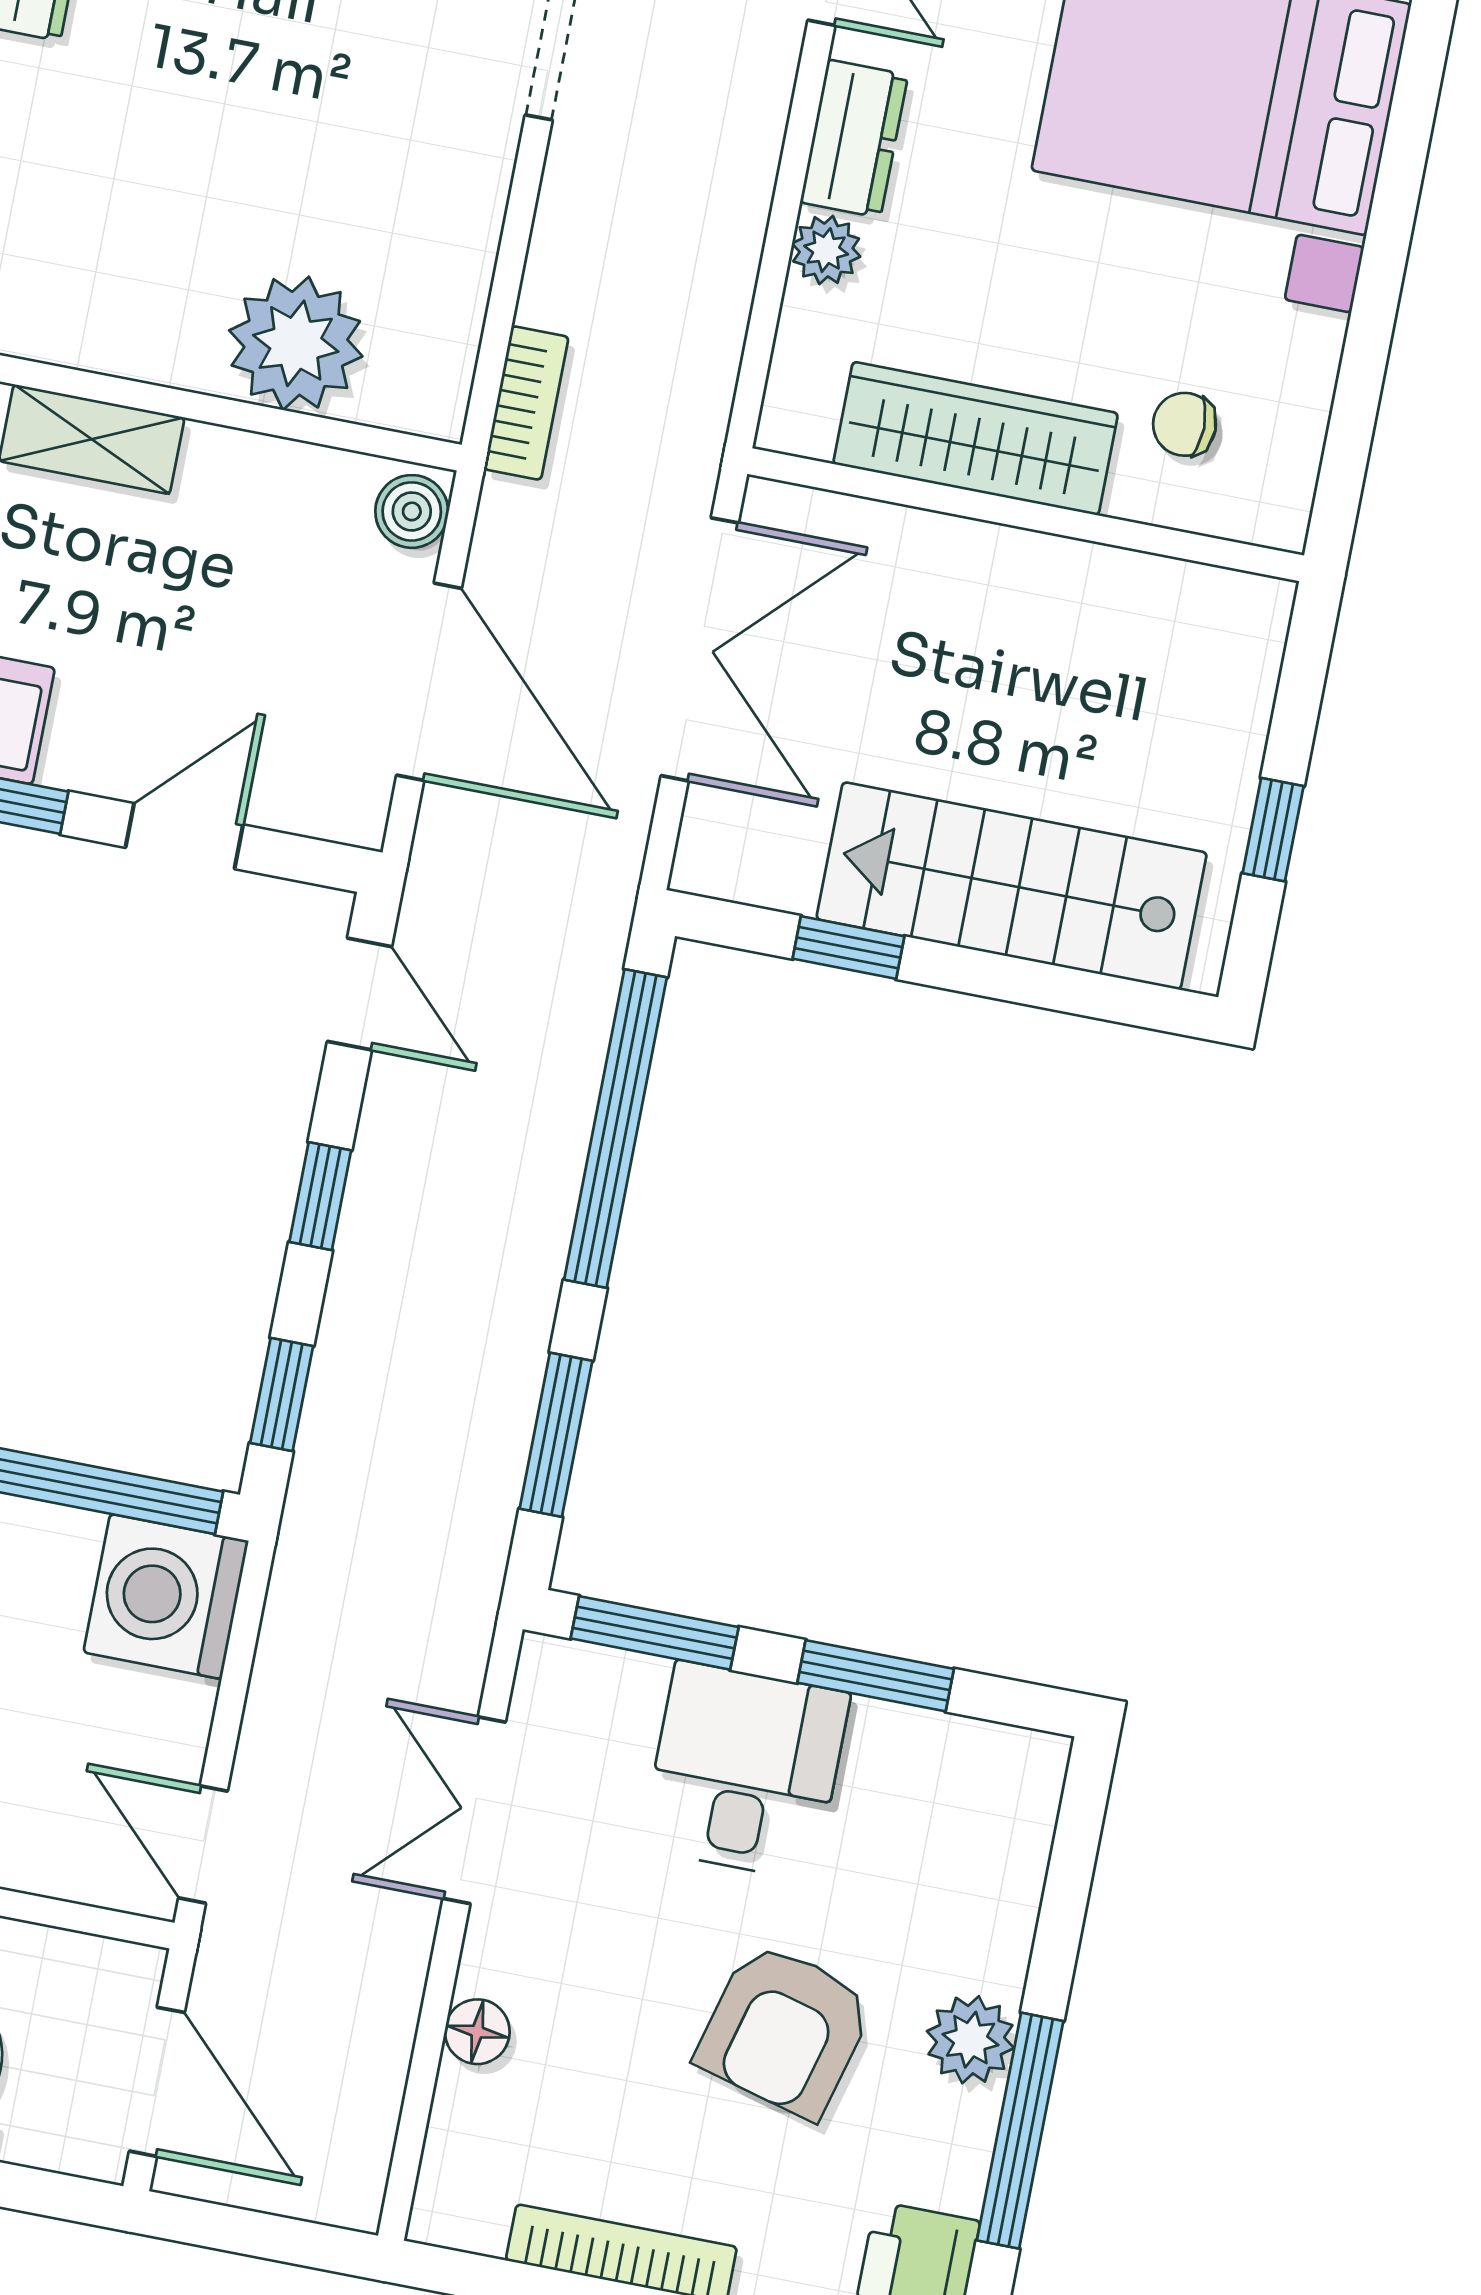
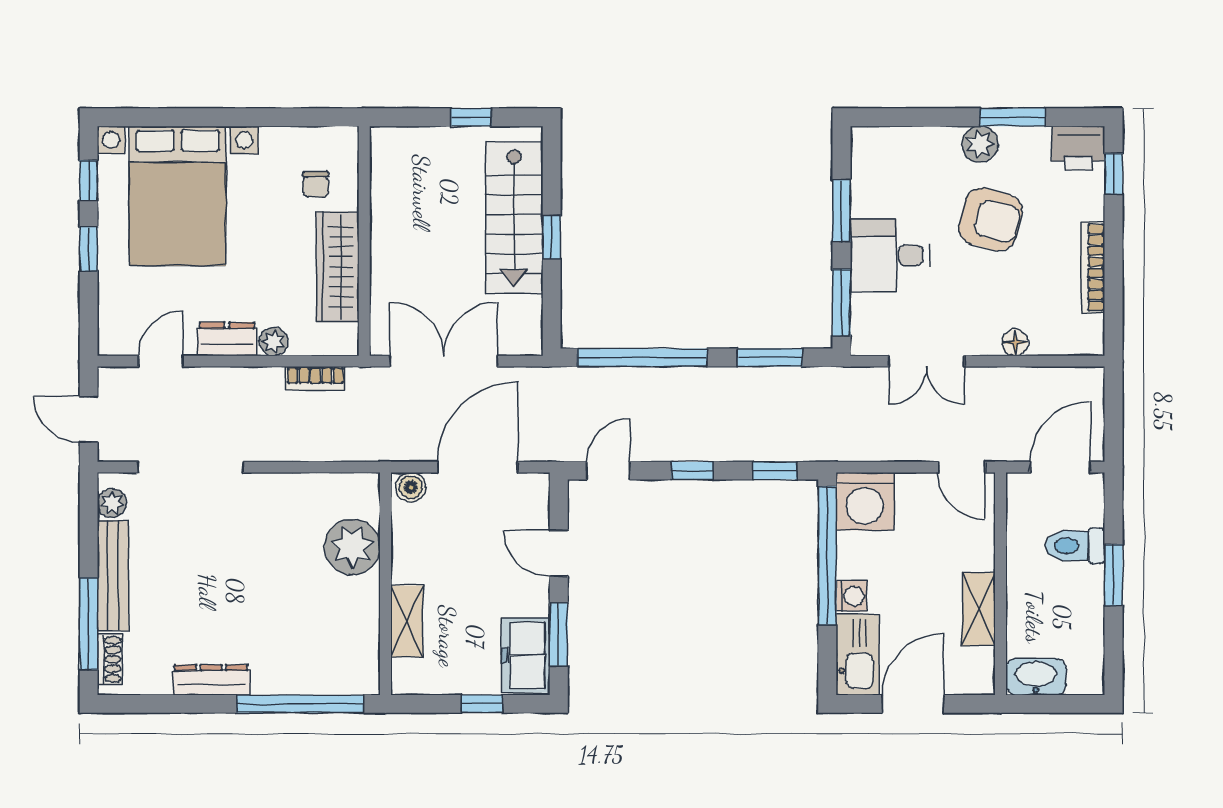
bookcase: (526, 403) -> (315, 378), moved, turned 180
window: (848, 948) -> (552, 237), moved
door: (203, 1845) -> (962, 467), hinge flipped
window: (1020, 2131) -> (1013, 117), width x0.69

